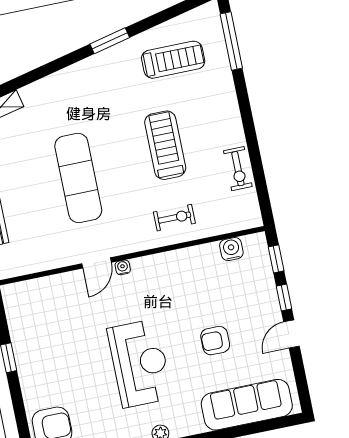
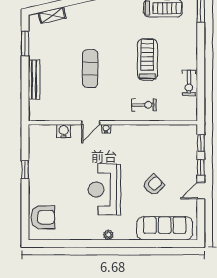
exercise mat: (78, 178) -> (90, 69), width x0.73, depth x0.69
water cooler: (231, 249) -> (64, 131), moved
armchair: (215, 341) -> (153, 185), turned 136
reception desk: (140, 363) -> (104, 190), turned 180

